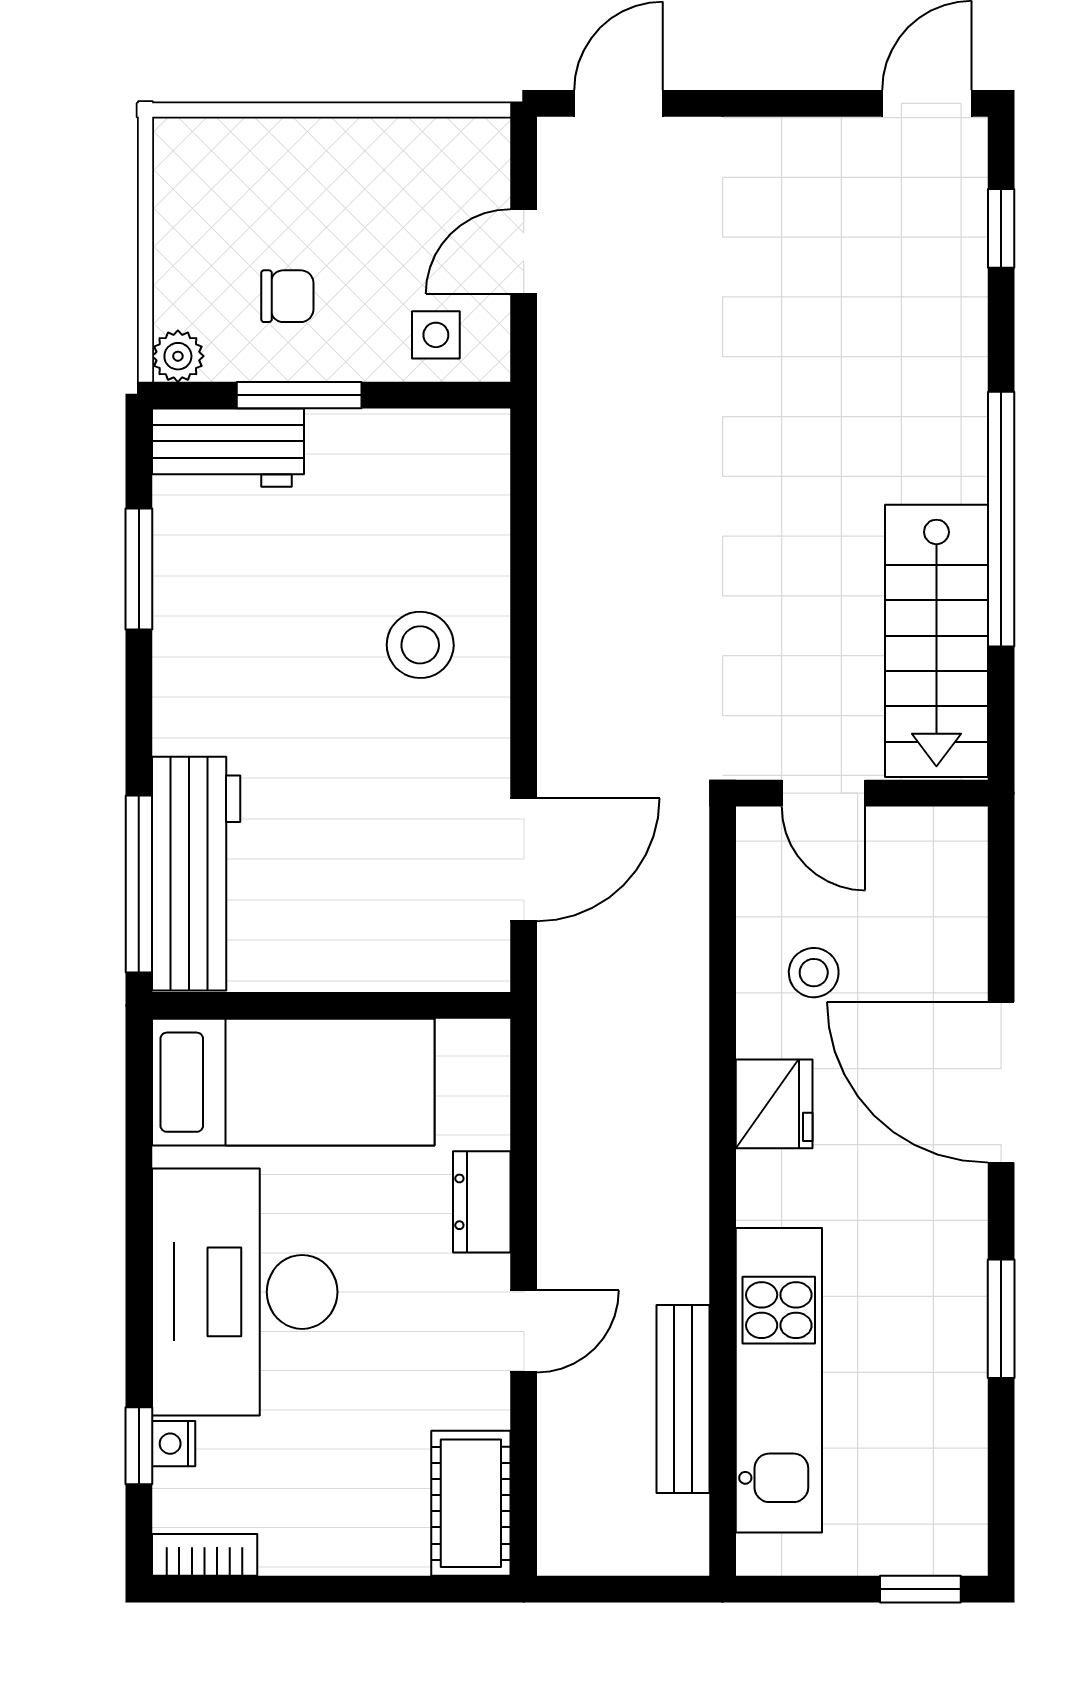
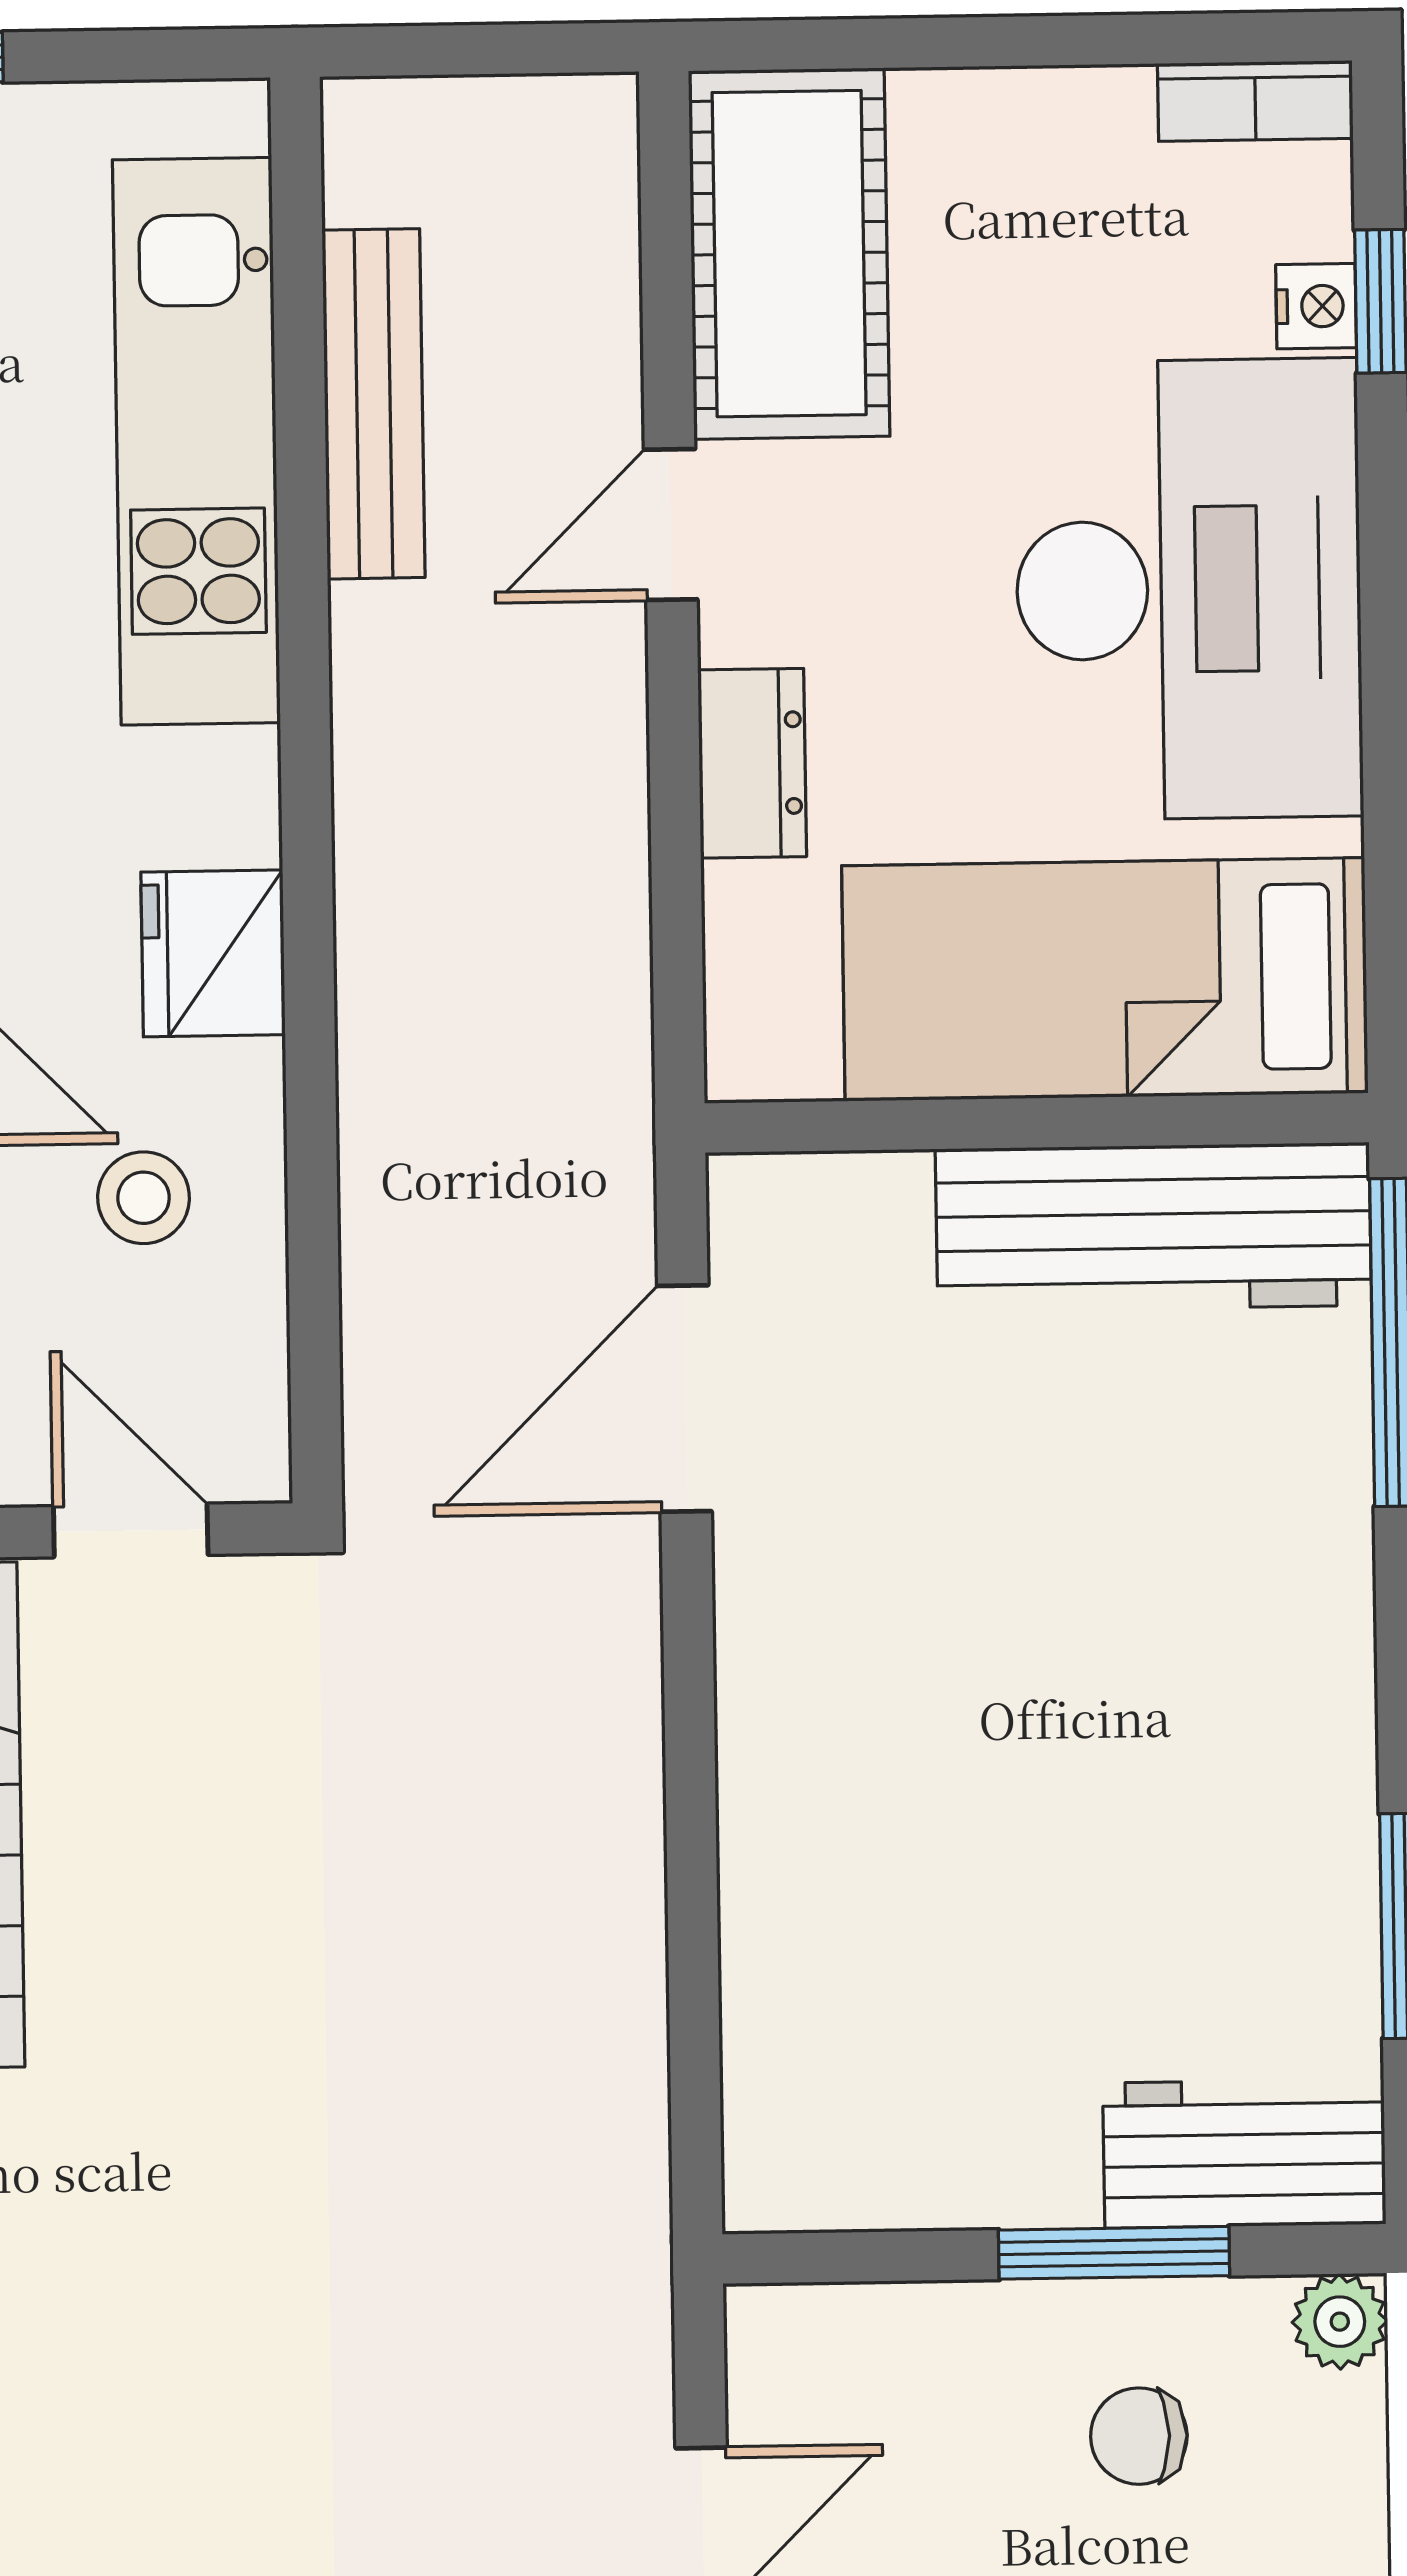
side table: (436, 335) -> (862, 2369), removed
stool: (420, 645) -> (882, 1794), removed
workbench: (196, 874) -> (1153, 1227), moved, turned -90
cot: (471, 1503) -> (789, 254), width x1.37, depth x1.34

